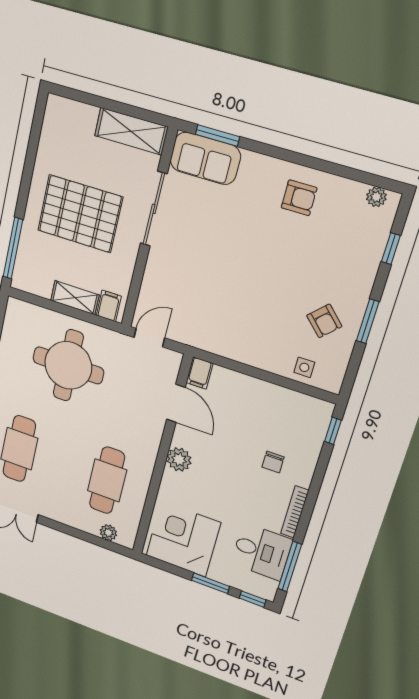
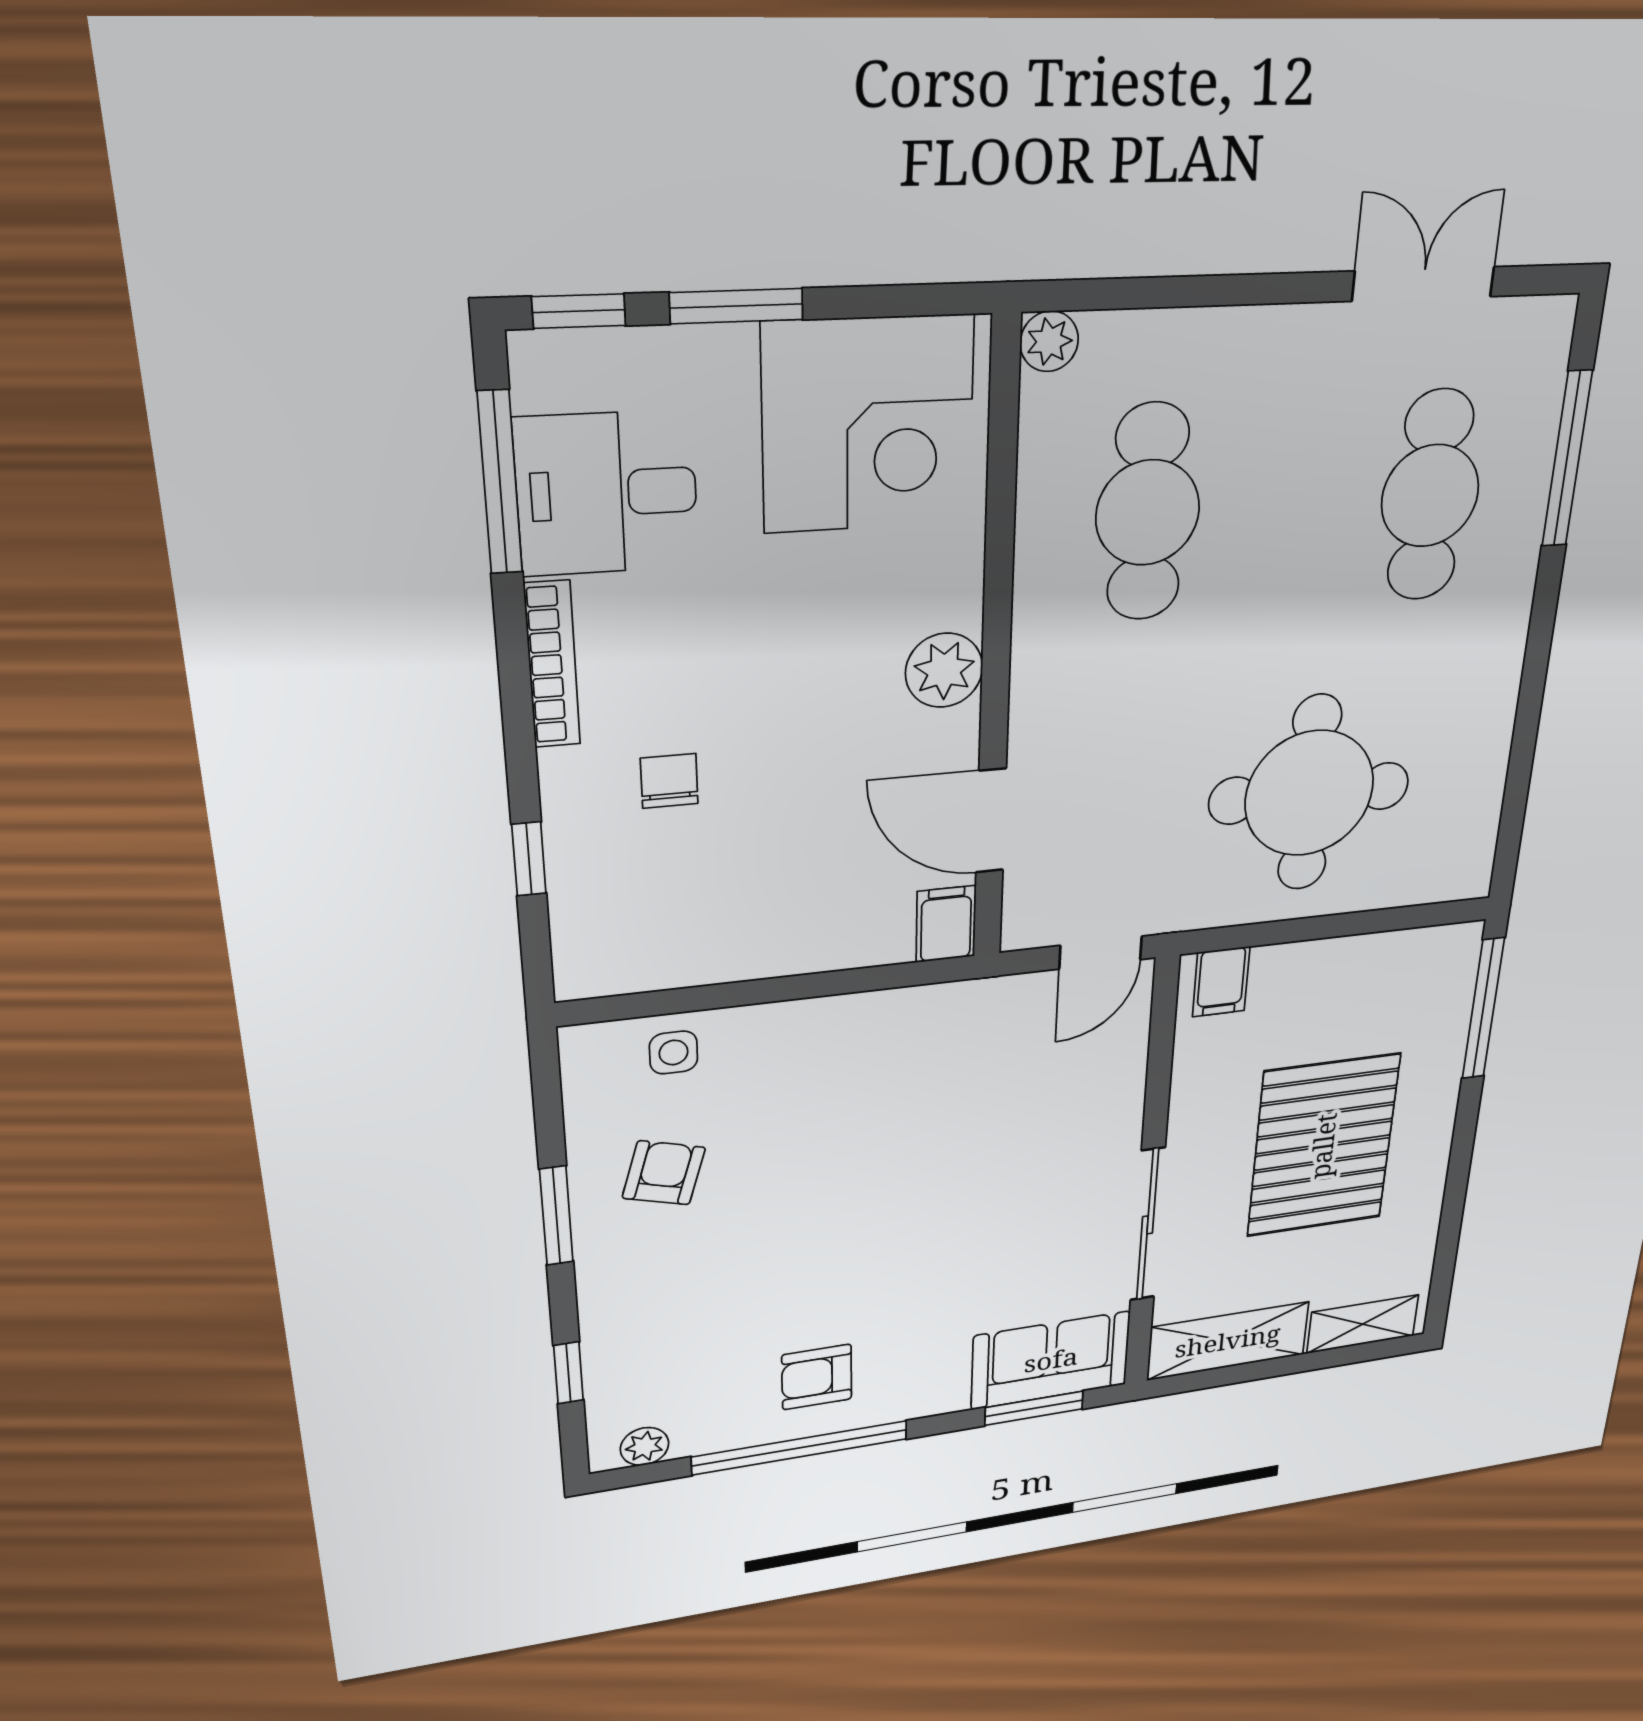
window: (317, 164) -> (800, 1448), added
pallet: (80, 214) -> (1323, 1146), turned 90
shelving: (75, 298) -> (1363, 1324), moved
armchair: (324, 321) -> (664, 1173), turned 61
window: (333, 431) -> (529, 859), moved
plant: (108, 533) -> (1049, 341), moved

